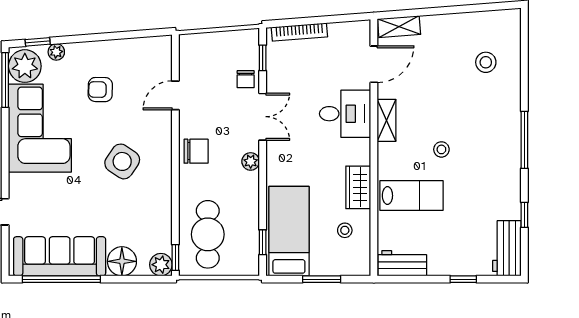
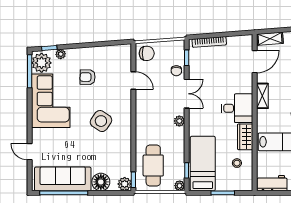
door: (175, 95) -> (133, 81), swing flipped
desk: (345, 114) -> (237, 108), moved
chair: (196, 151) -> (147, 53), moved
plant: (251, 267) -> (180, 186), added

